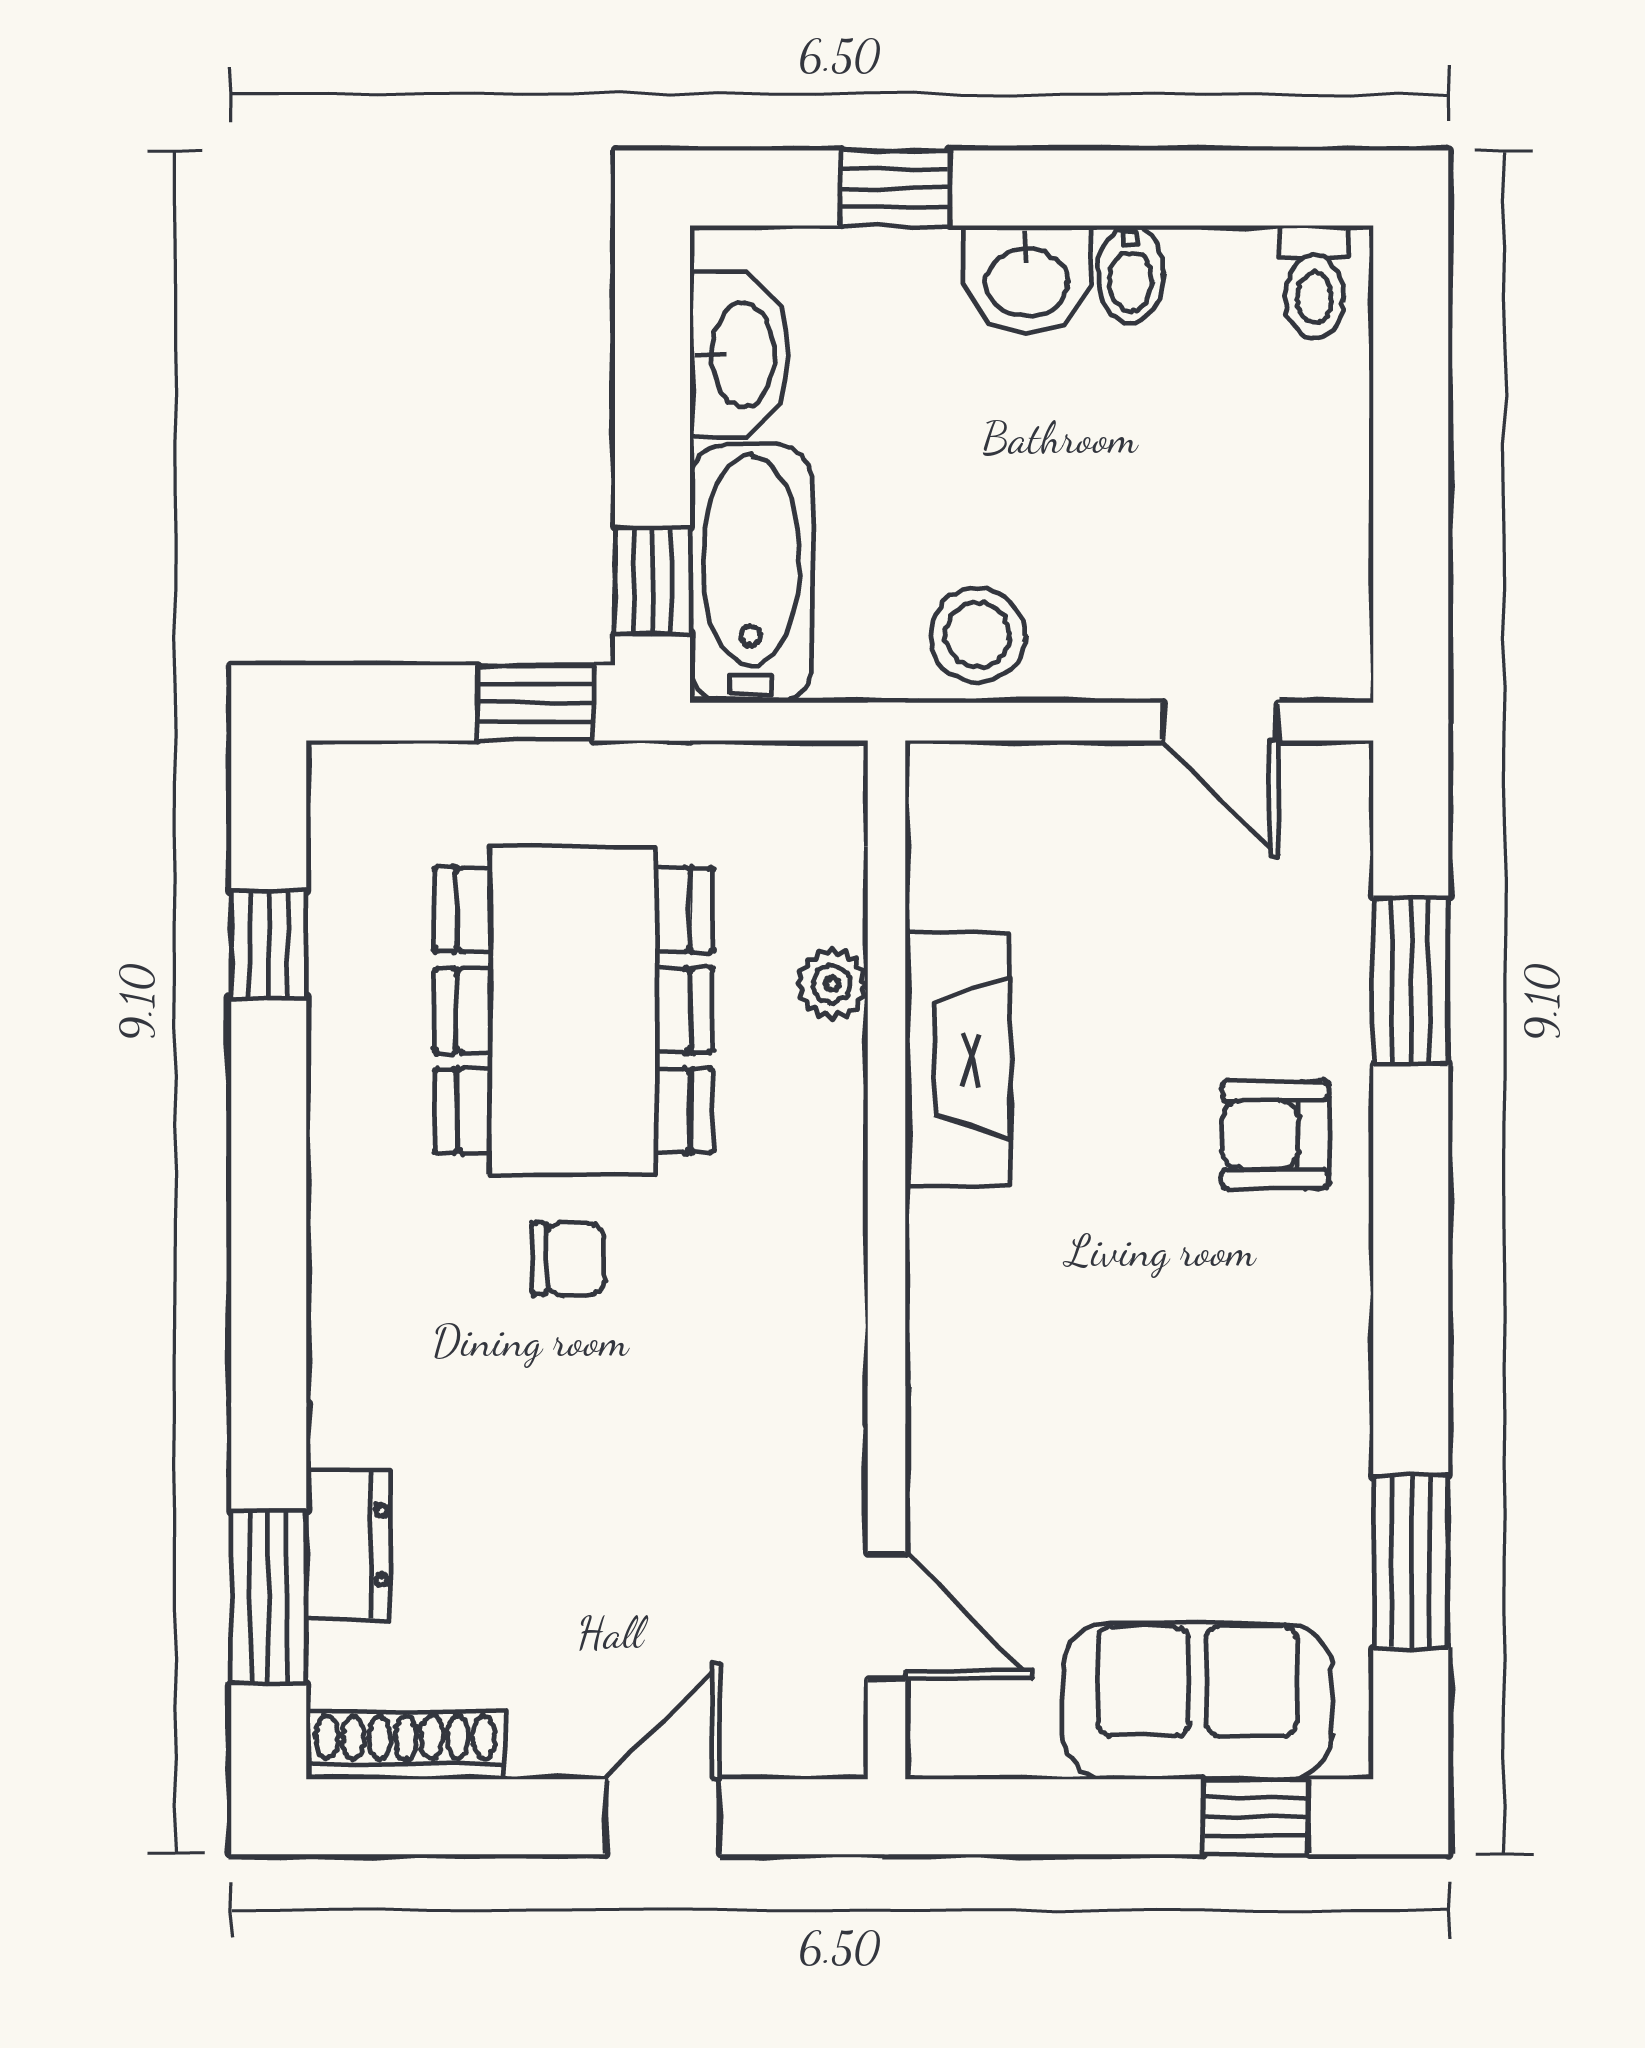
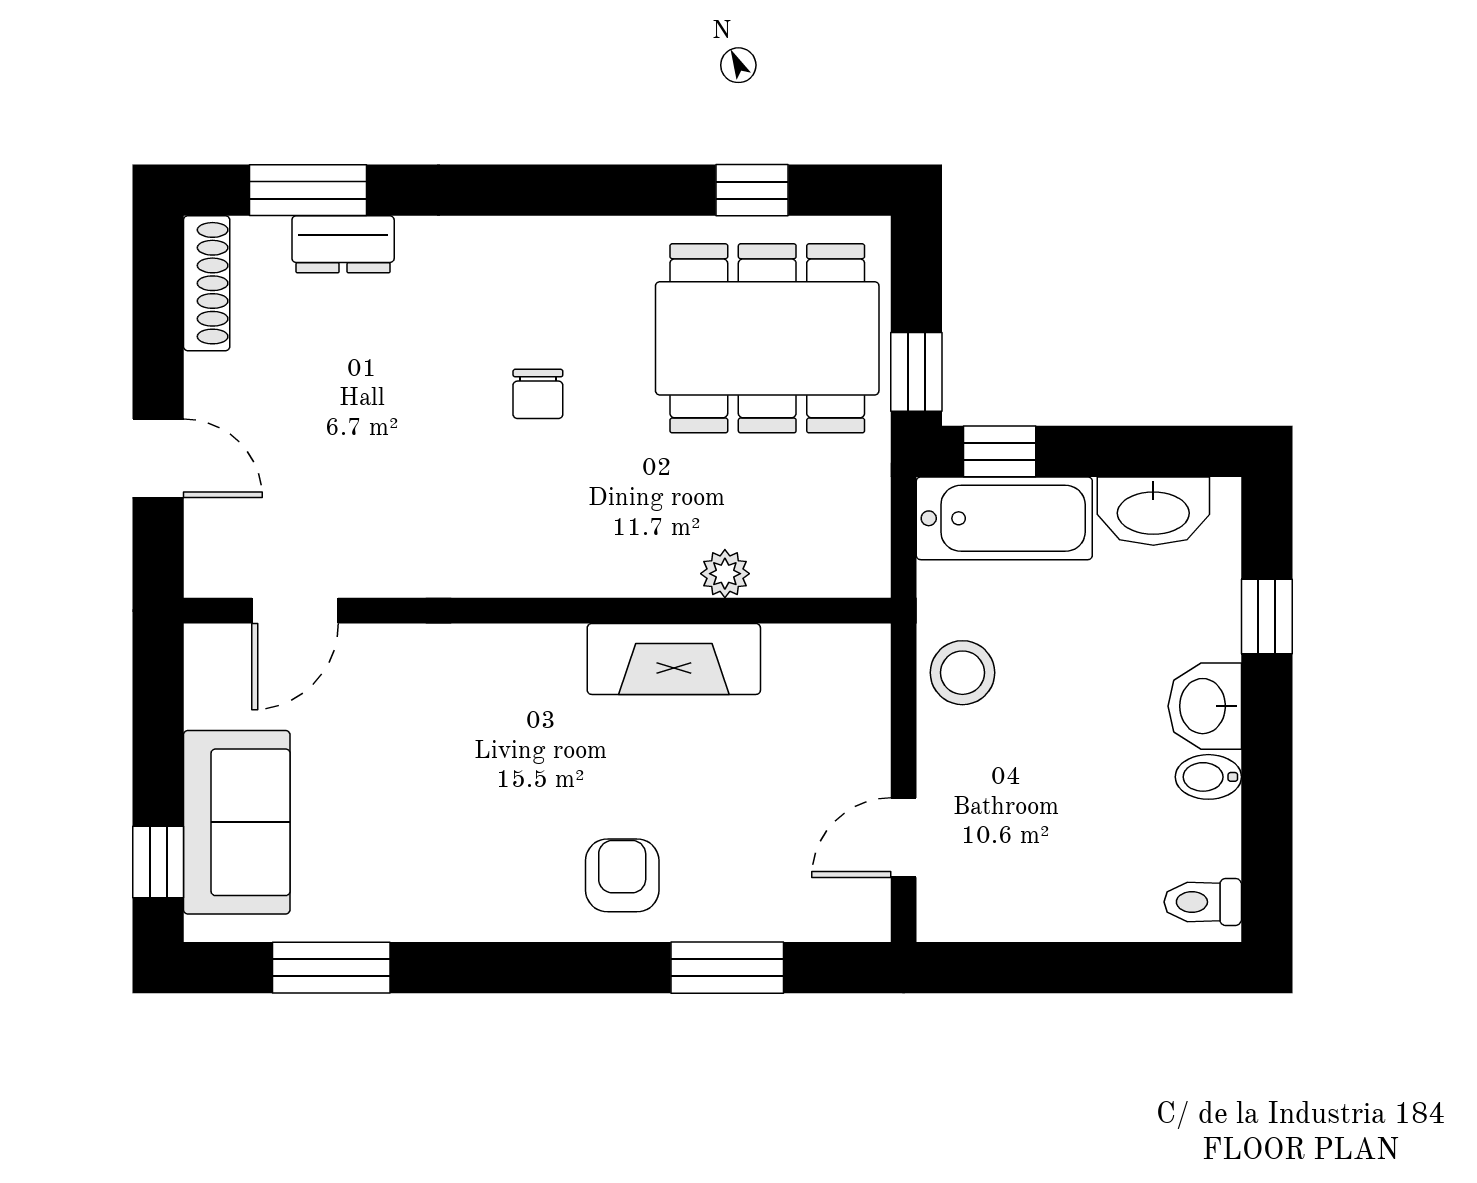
dining table: (573, 1010) -> (767, 338), moved

